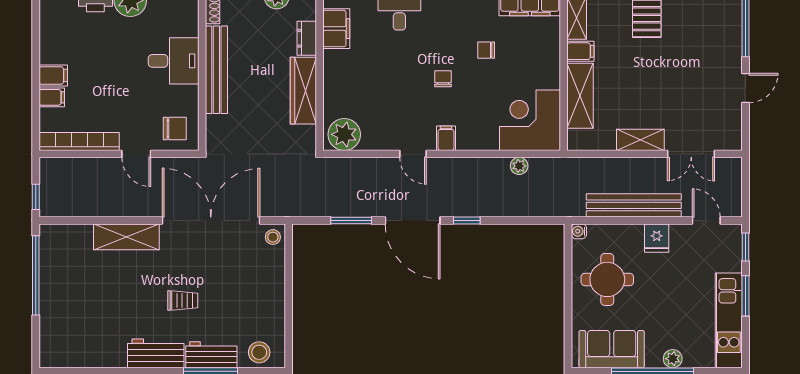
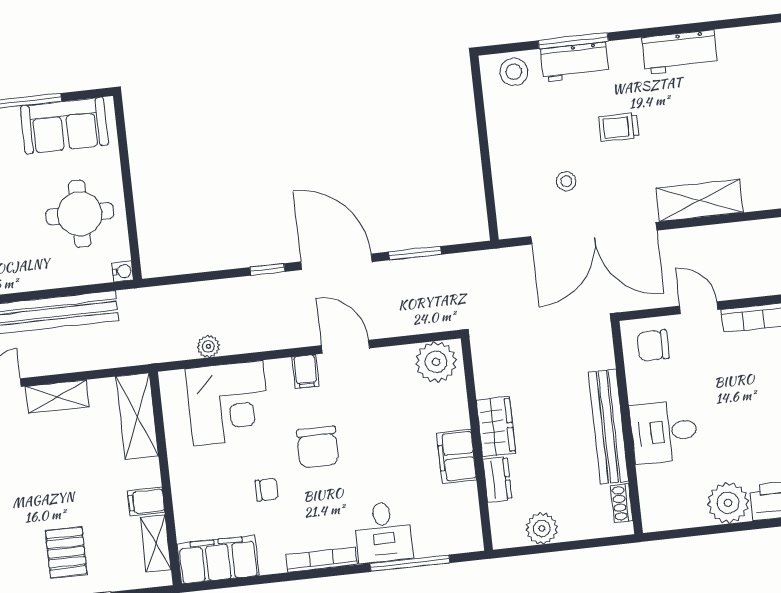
filing cabinet: (336, 29) -> (457, 456), moved
chair: (443, 79) -> (318, 447), width x1.87, depth x1.87
wardrobe: (303, 91) -> (496, 426), width x0.67
shelving: (580, 96) -> (137, 416), moved
corner desk: (530, 120) -> (228, 403), moved
door: (413, 154) -> (346, 347), width x1.38
stool: (273, 237) -> (566, 181), moved
fridge: (657, 238) -> (23, 274), removed
workbench: (156, 353) -> (680, 52), moved

